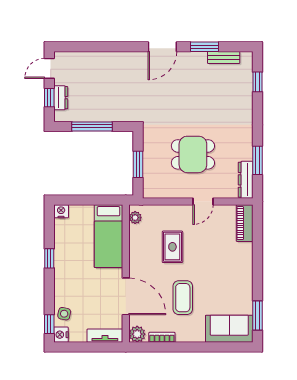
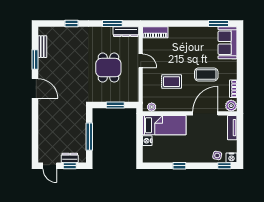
window: (258, 82) -> (71, 23), moved
nightstand: (61, 211) -> (147, 141), moved

